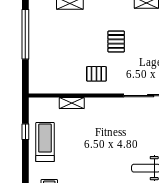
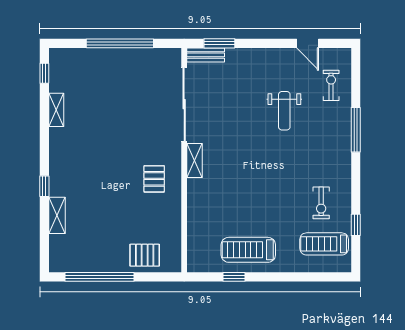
pallet: (116, 41) -> (145, 255), moved
shelving: (72, 103) -> (194, 161), moved

